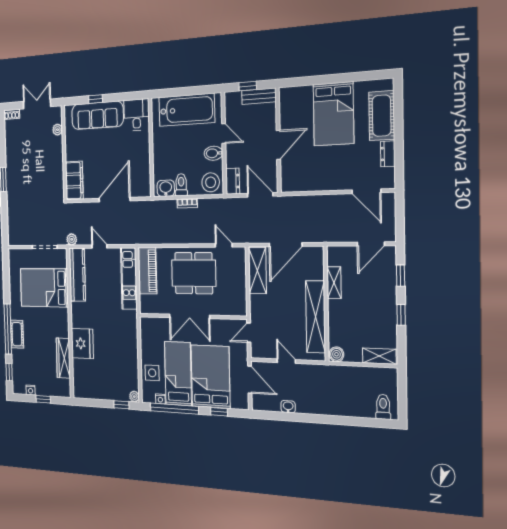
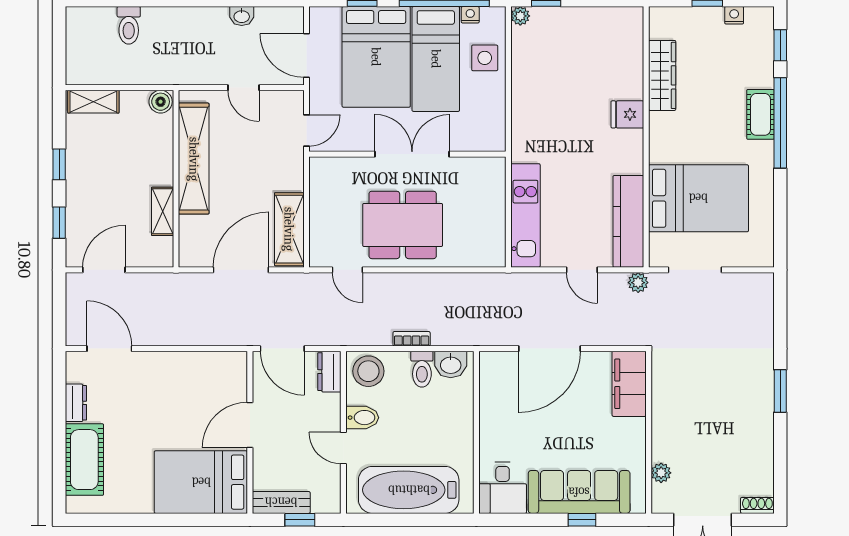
bed: (334, 114) -> (201, 482), moved, turned -90
piano: (147, 271) -> (489, 229), removed
fridge: (82, 344) -> (627, 114), width x0.53, depth x0.75
toilet: (383, 407) -> (129, 25), moved

